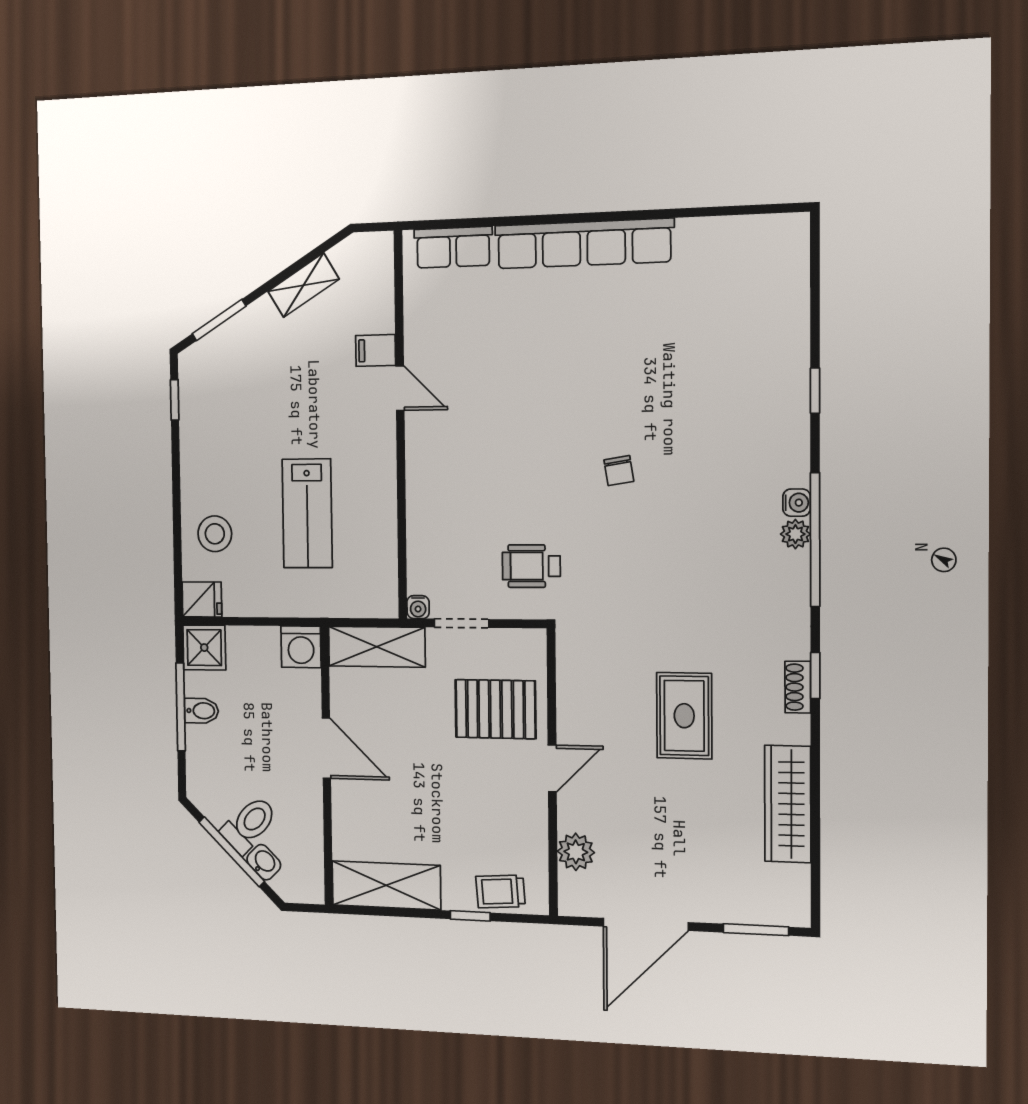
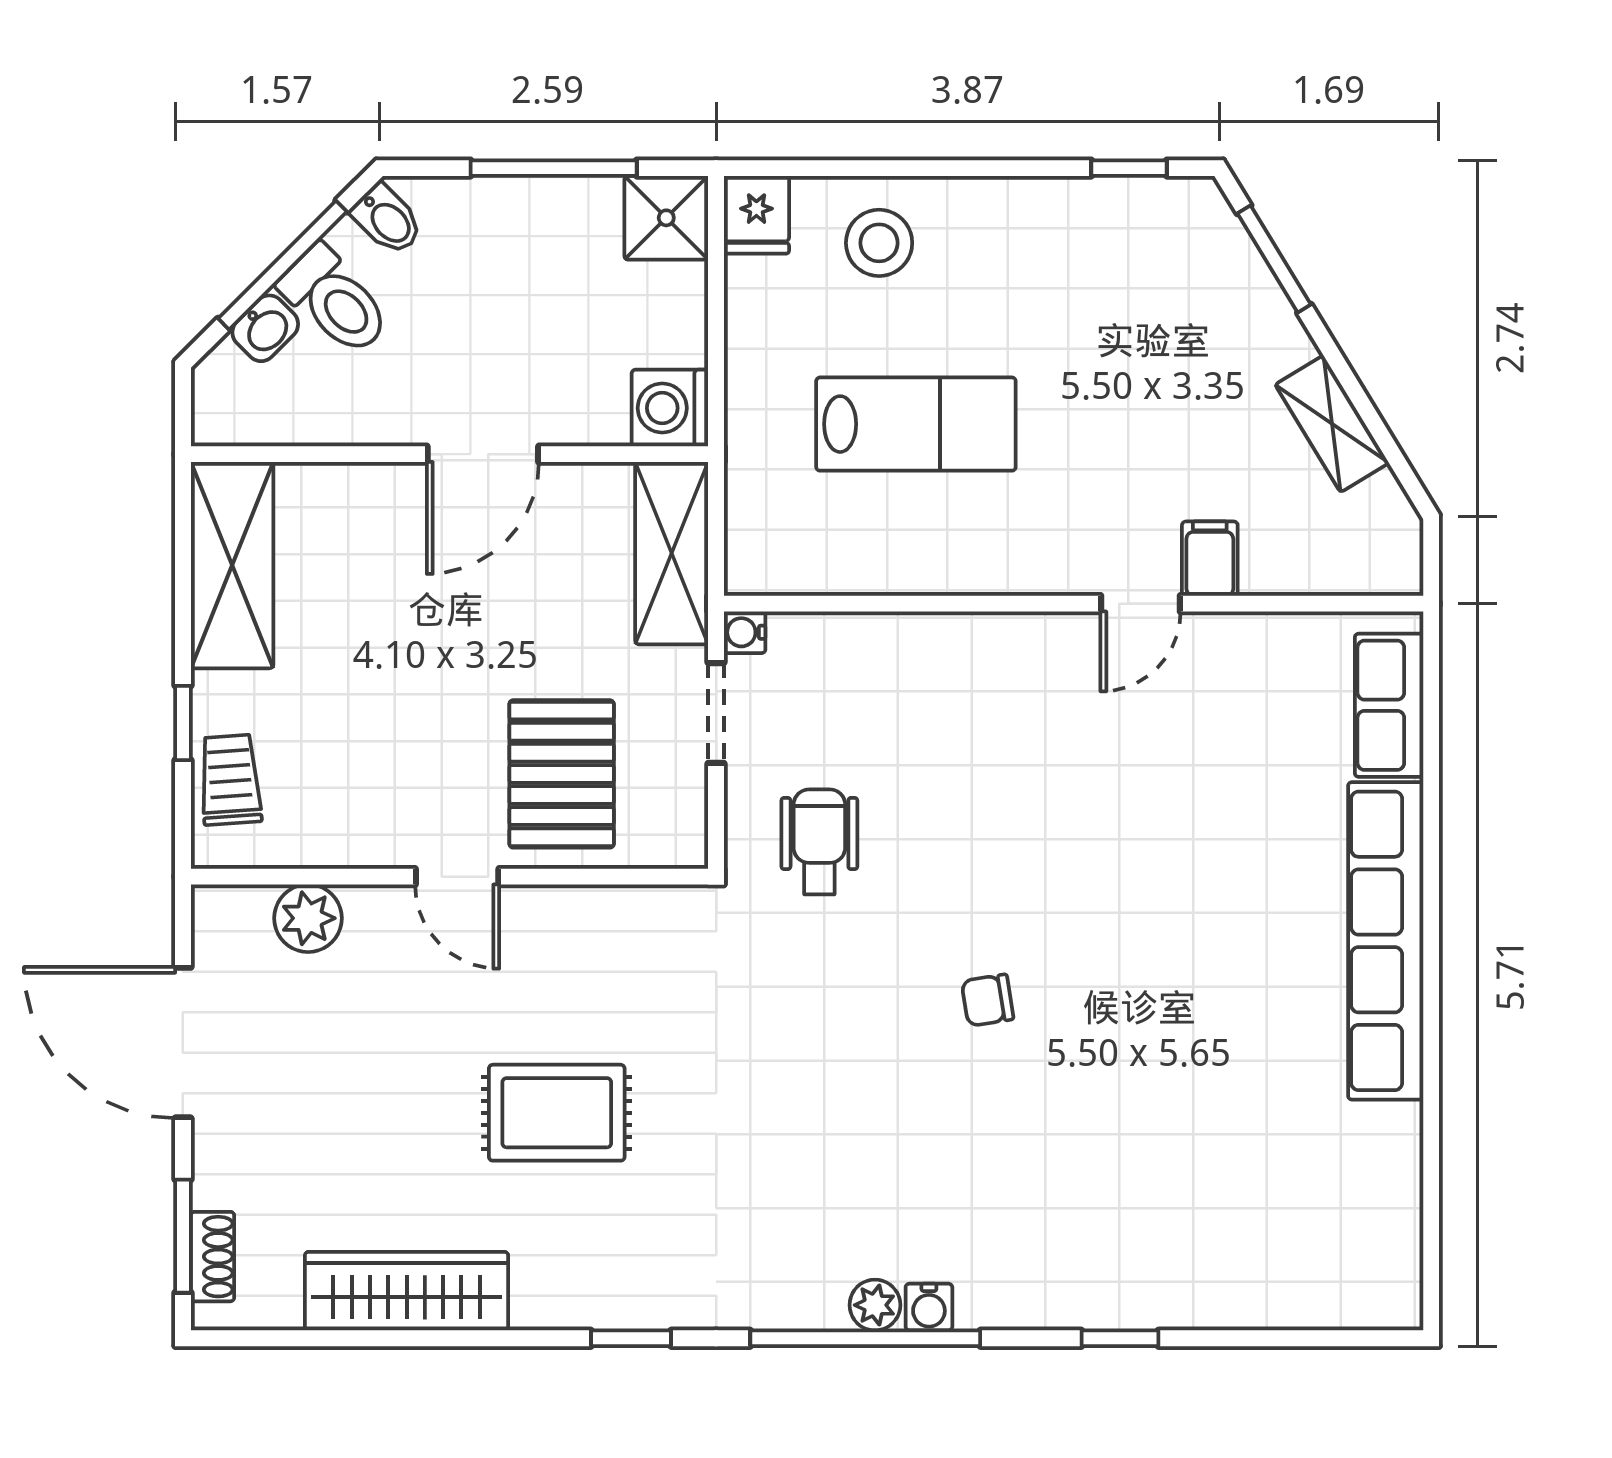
lab bench: (307, 513) -> (916, 424), turned 180
shoe rack: (798, 687) -> (212, 1257), moved, turned 90
bidet: (201, 711) -> (387, 219), moved, turned -45

